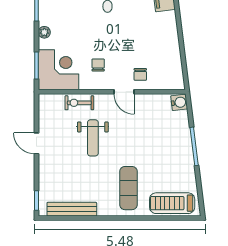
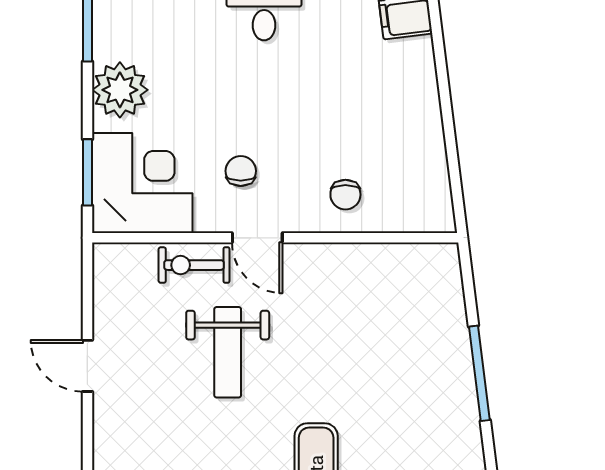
plant: (44, 32) -> (120, 90), width x1.88, depth x1.88
door: (124, 92) -> (257, 238), moved
water cooler: (179, 102) -> (442, 264), removed

